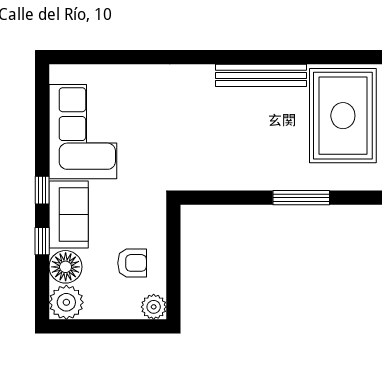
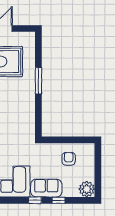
floor lamp: (66, 267) -> (70, 189), removed
plant: (154, 307) -> (89, 149), removed

